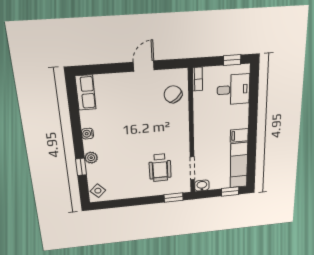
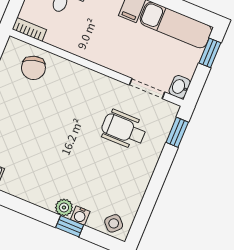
chair: (173, 94) -> (33, 68), turned -66
water cooler: (88, 134) -> (80, 215), moved
wheelchair: (160, 168) -> (124, 129), turned 180

